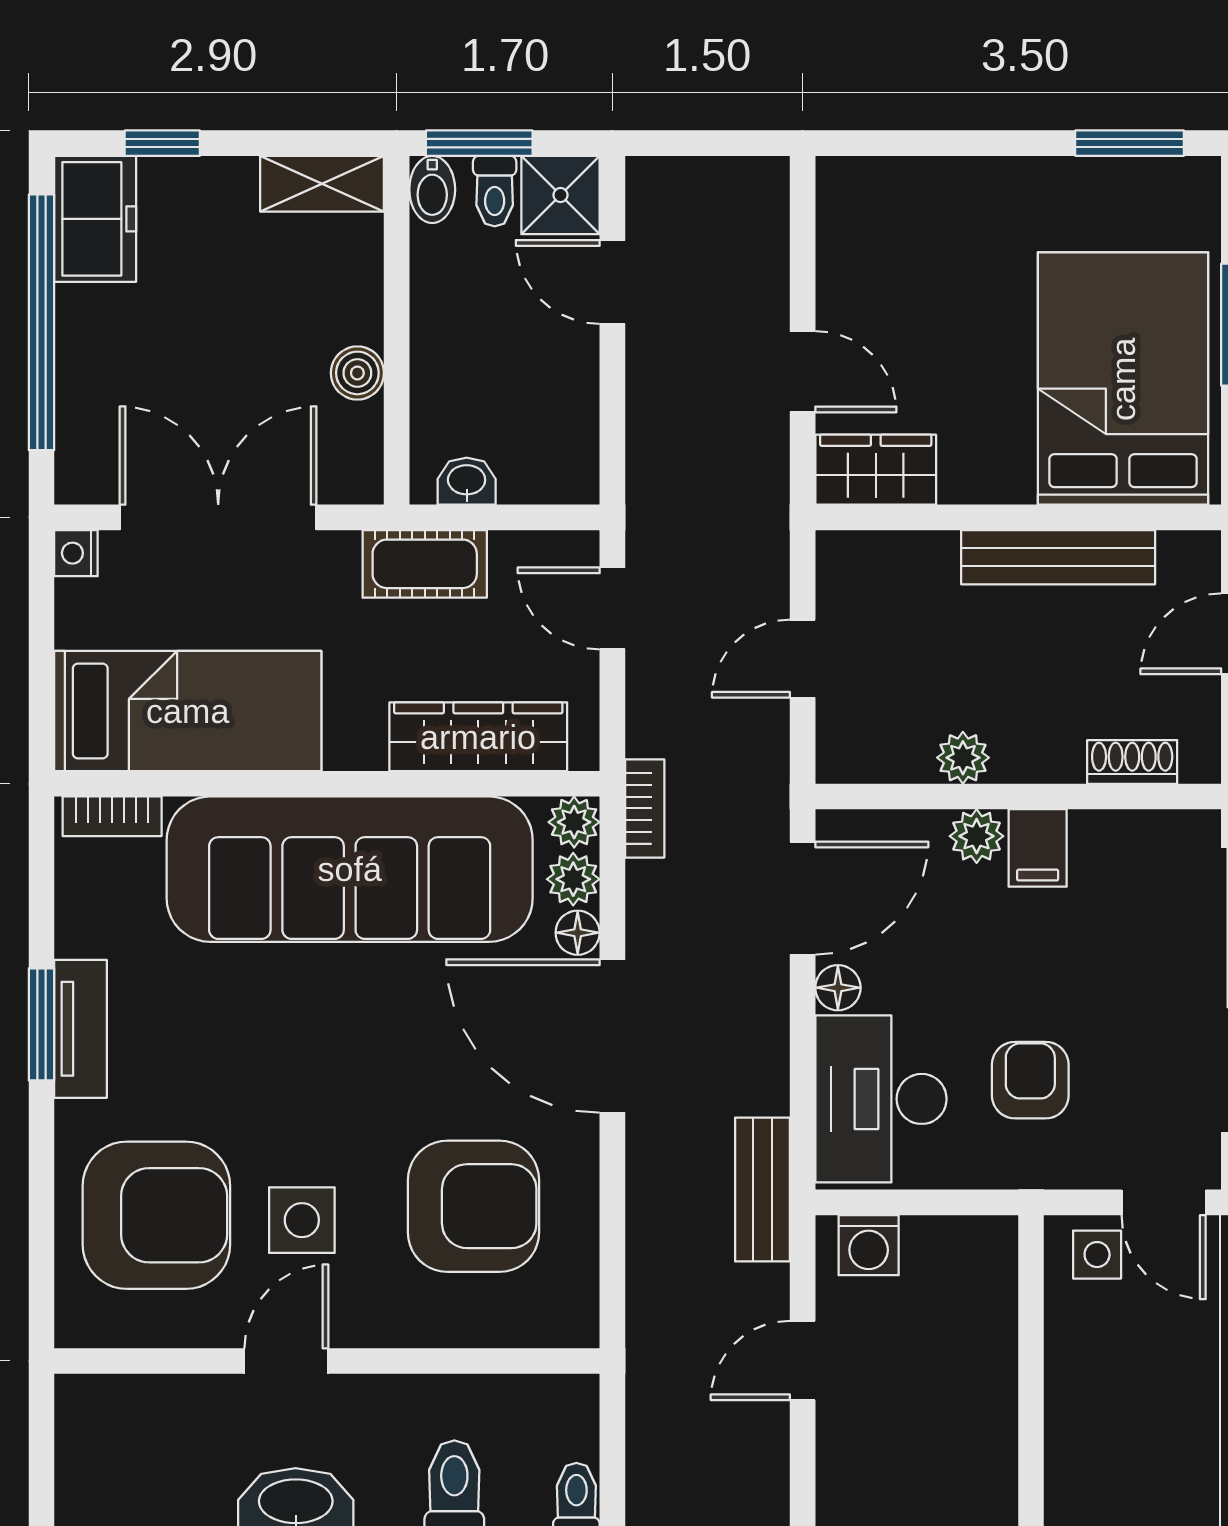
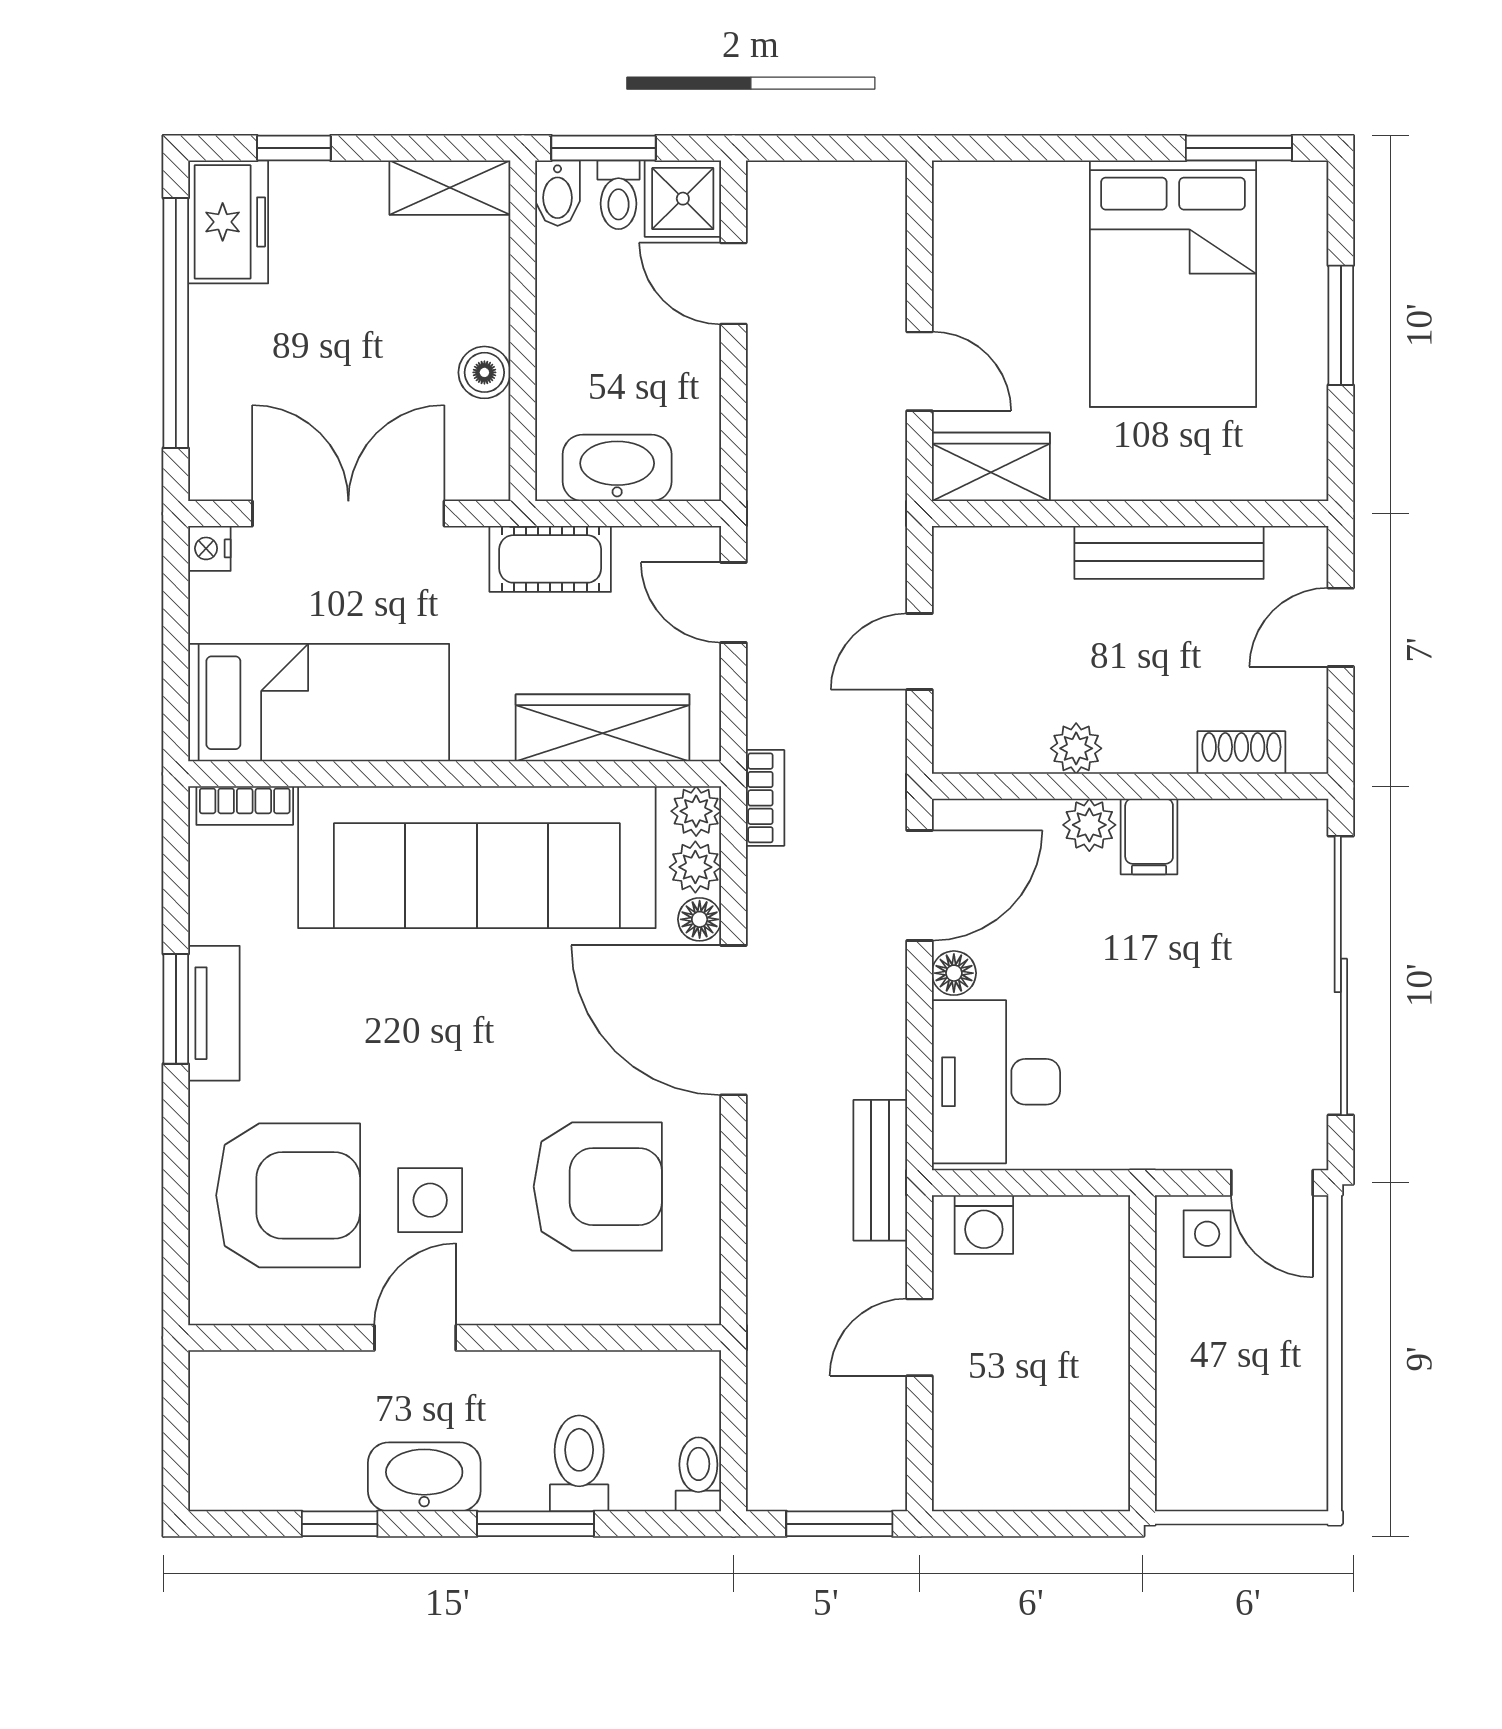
bed: (1123, 379) -> (1173, 284), moved, turned 180
washbasin: (467, 481) -> (617, 468), width x1.91, depth x1.45
armchair: (1030, 1080) -> (1142, 1063), removed

